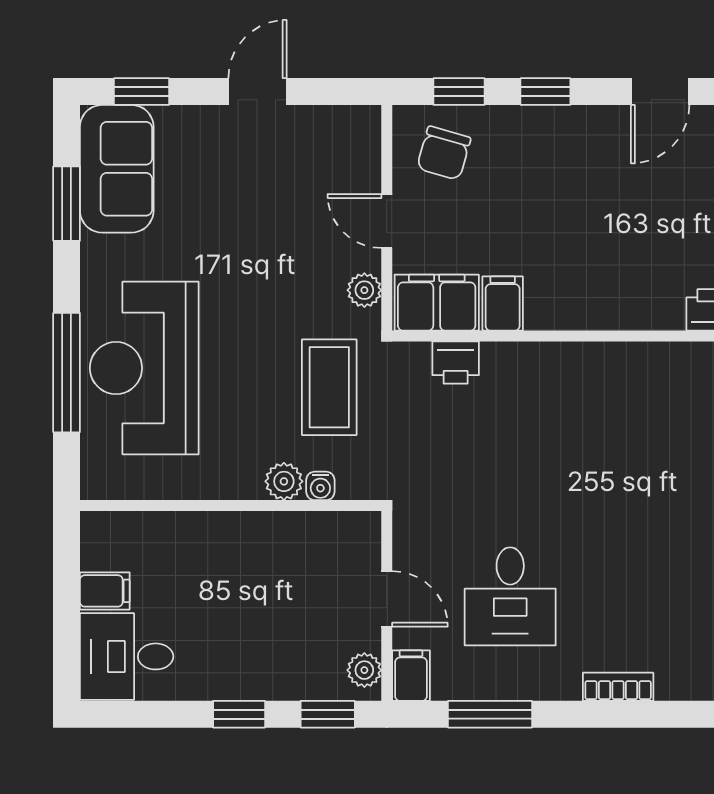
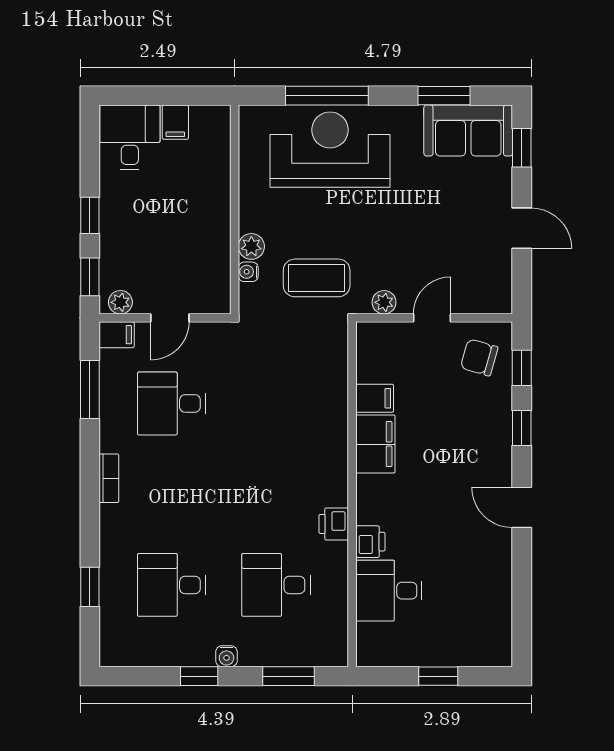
filing cabinet: (437, 303) -> (375, 444), moved
printer: (456, 363) -> (334, 524), moved

